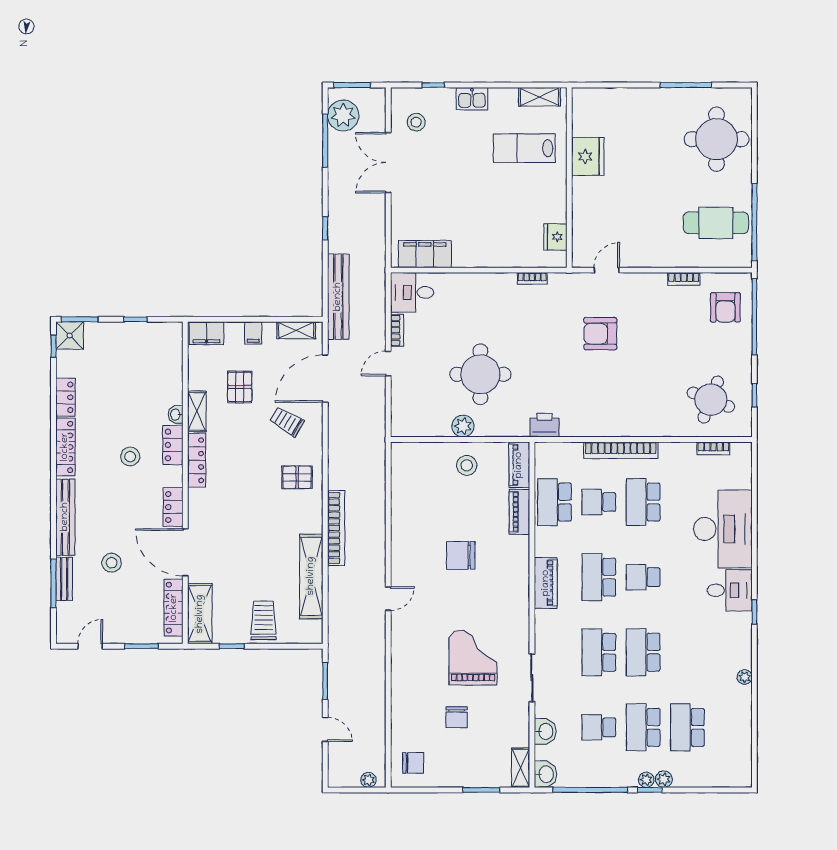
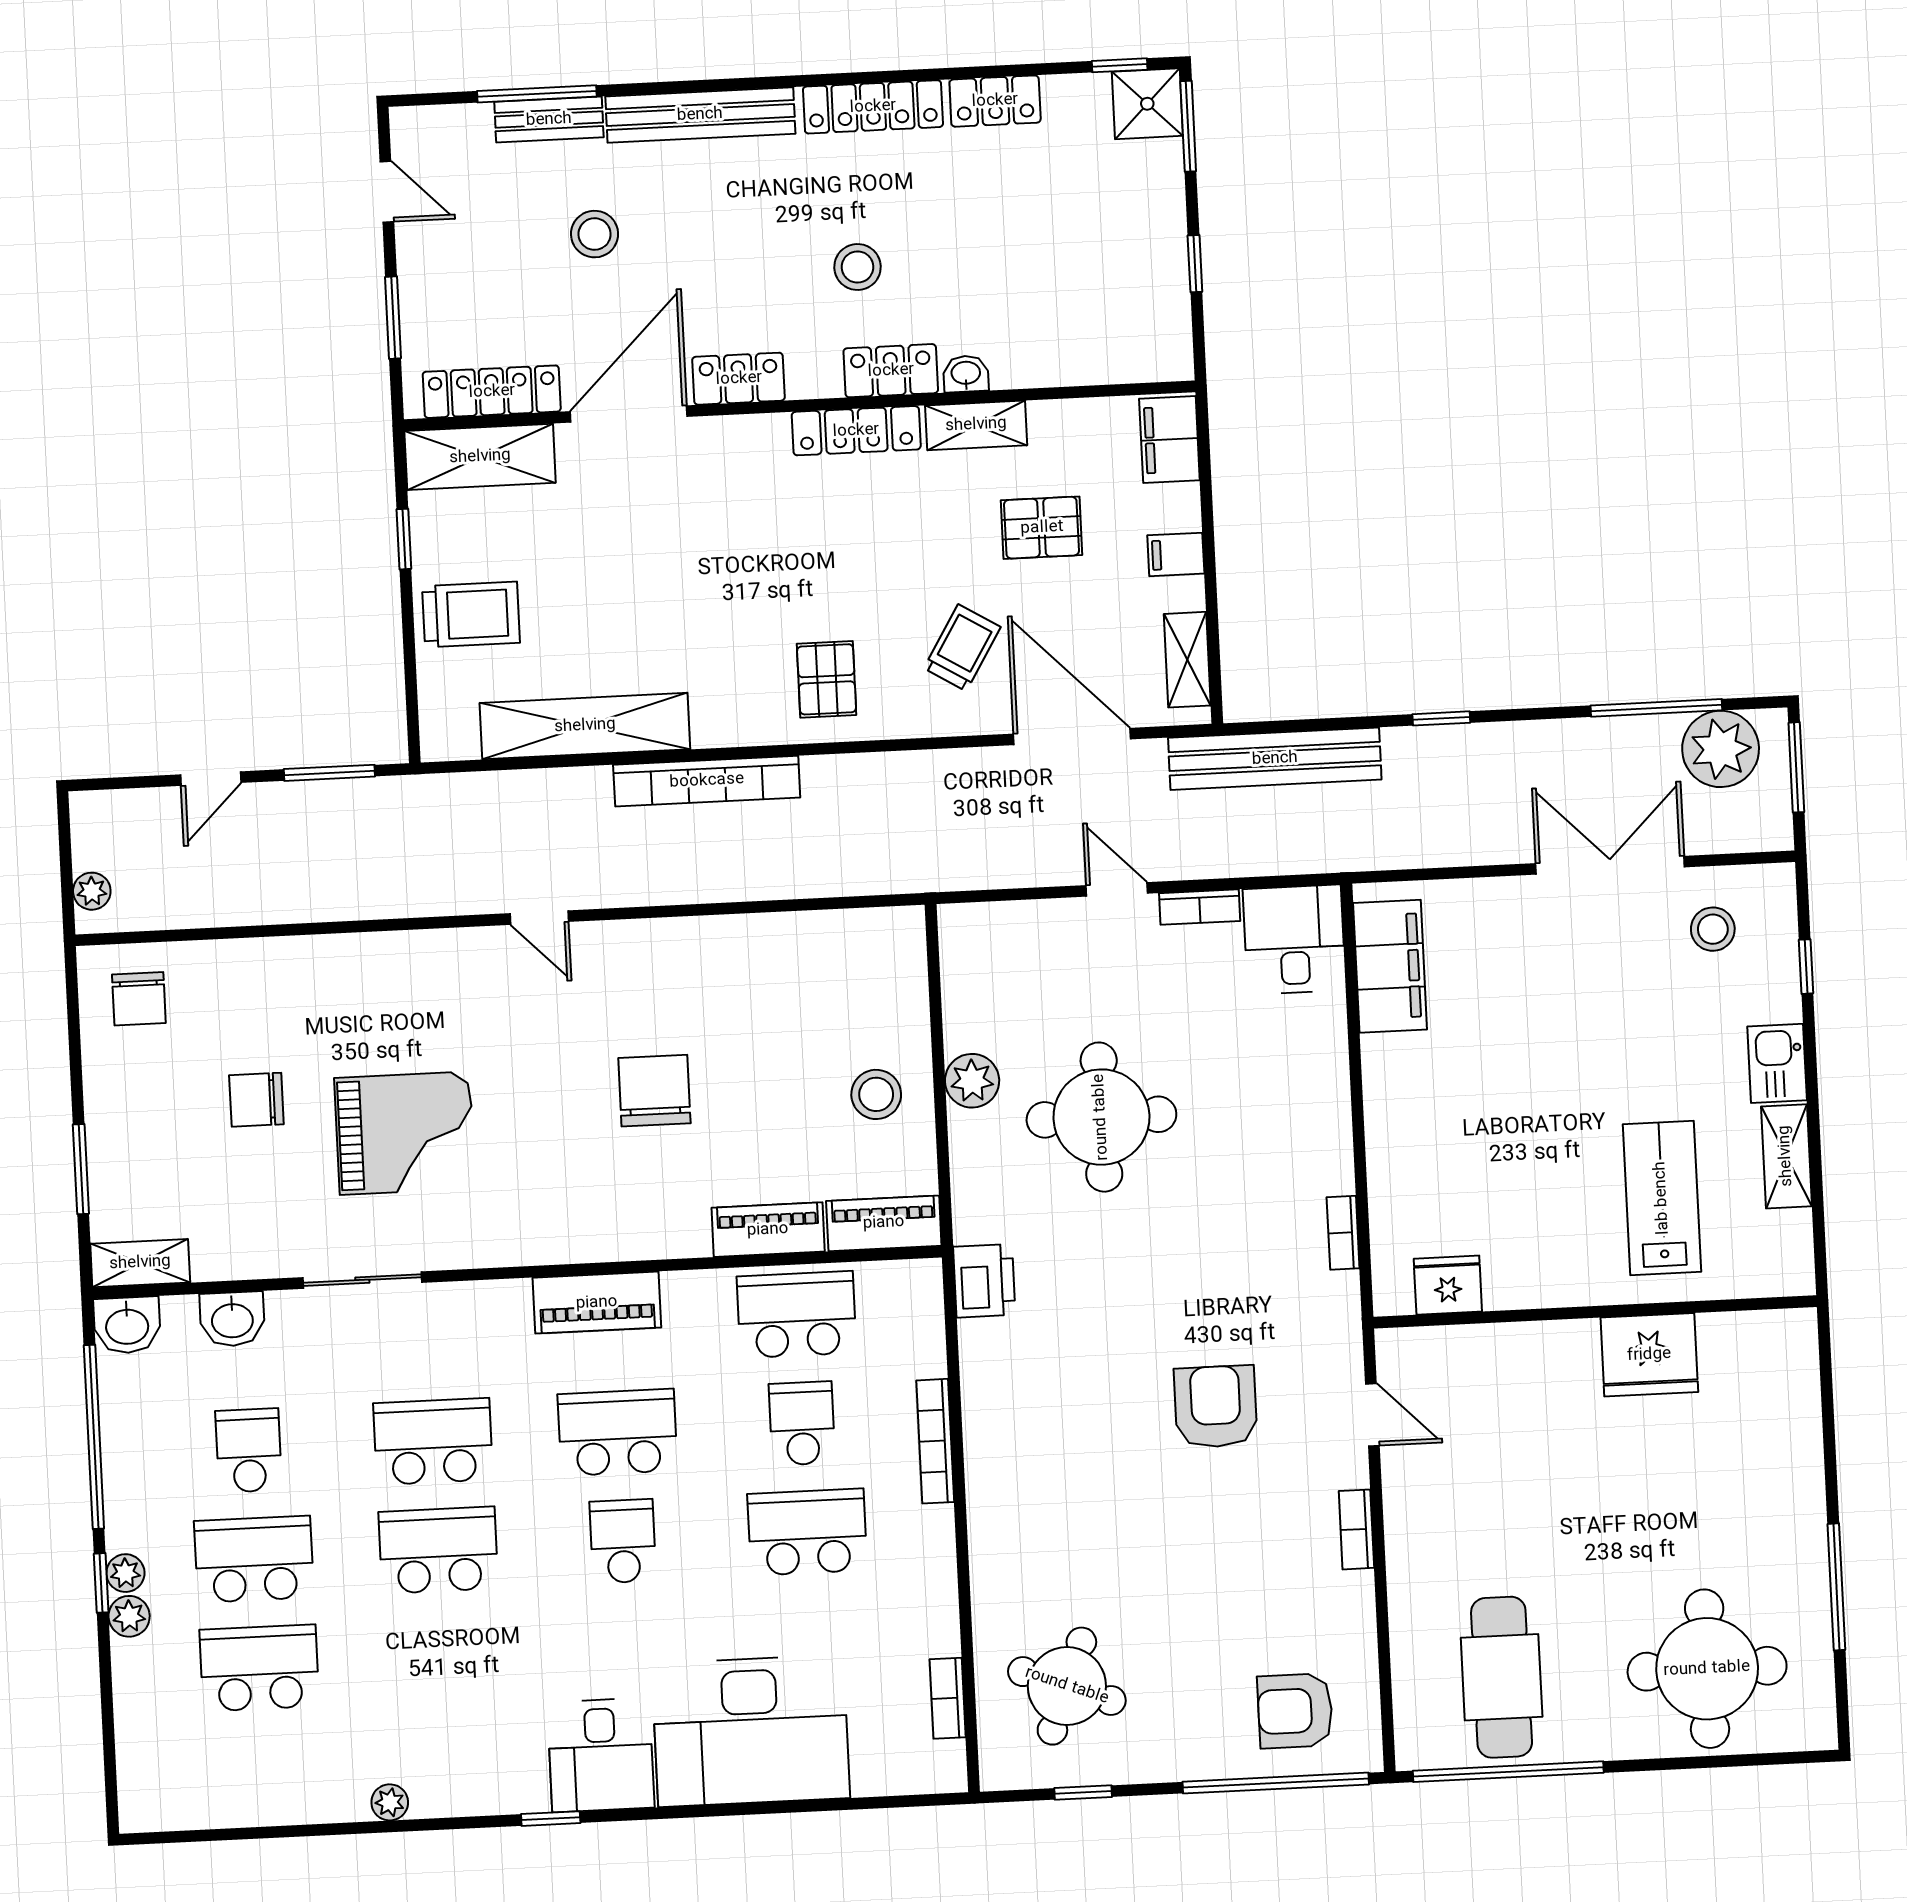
shelving: (539, 97) -> (1786, 1156), moved
bookcase: (684, 279) -> (1356, 1529), moved
bookcase: (621, 450) -> (935, 1441), width x0.68, depth x0.76

